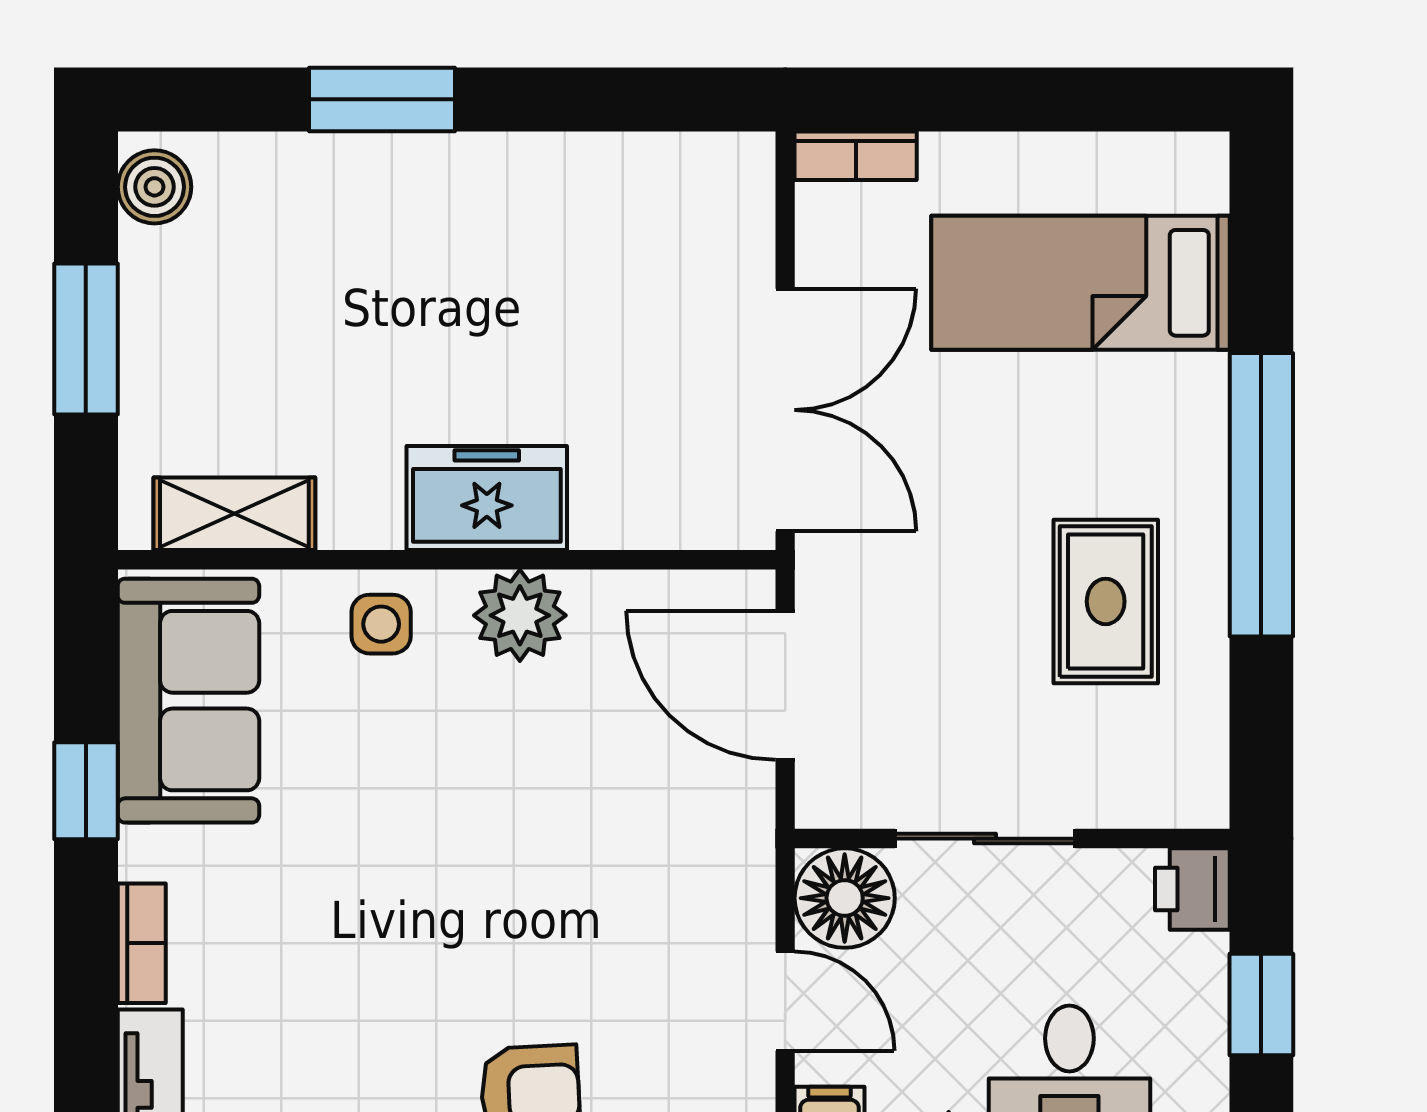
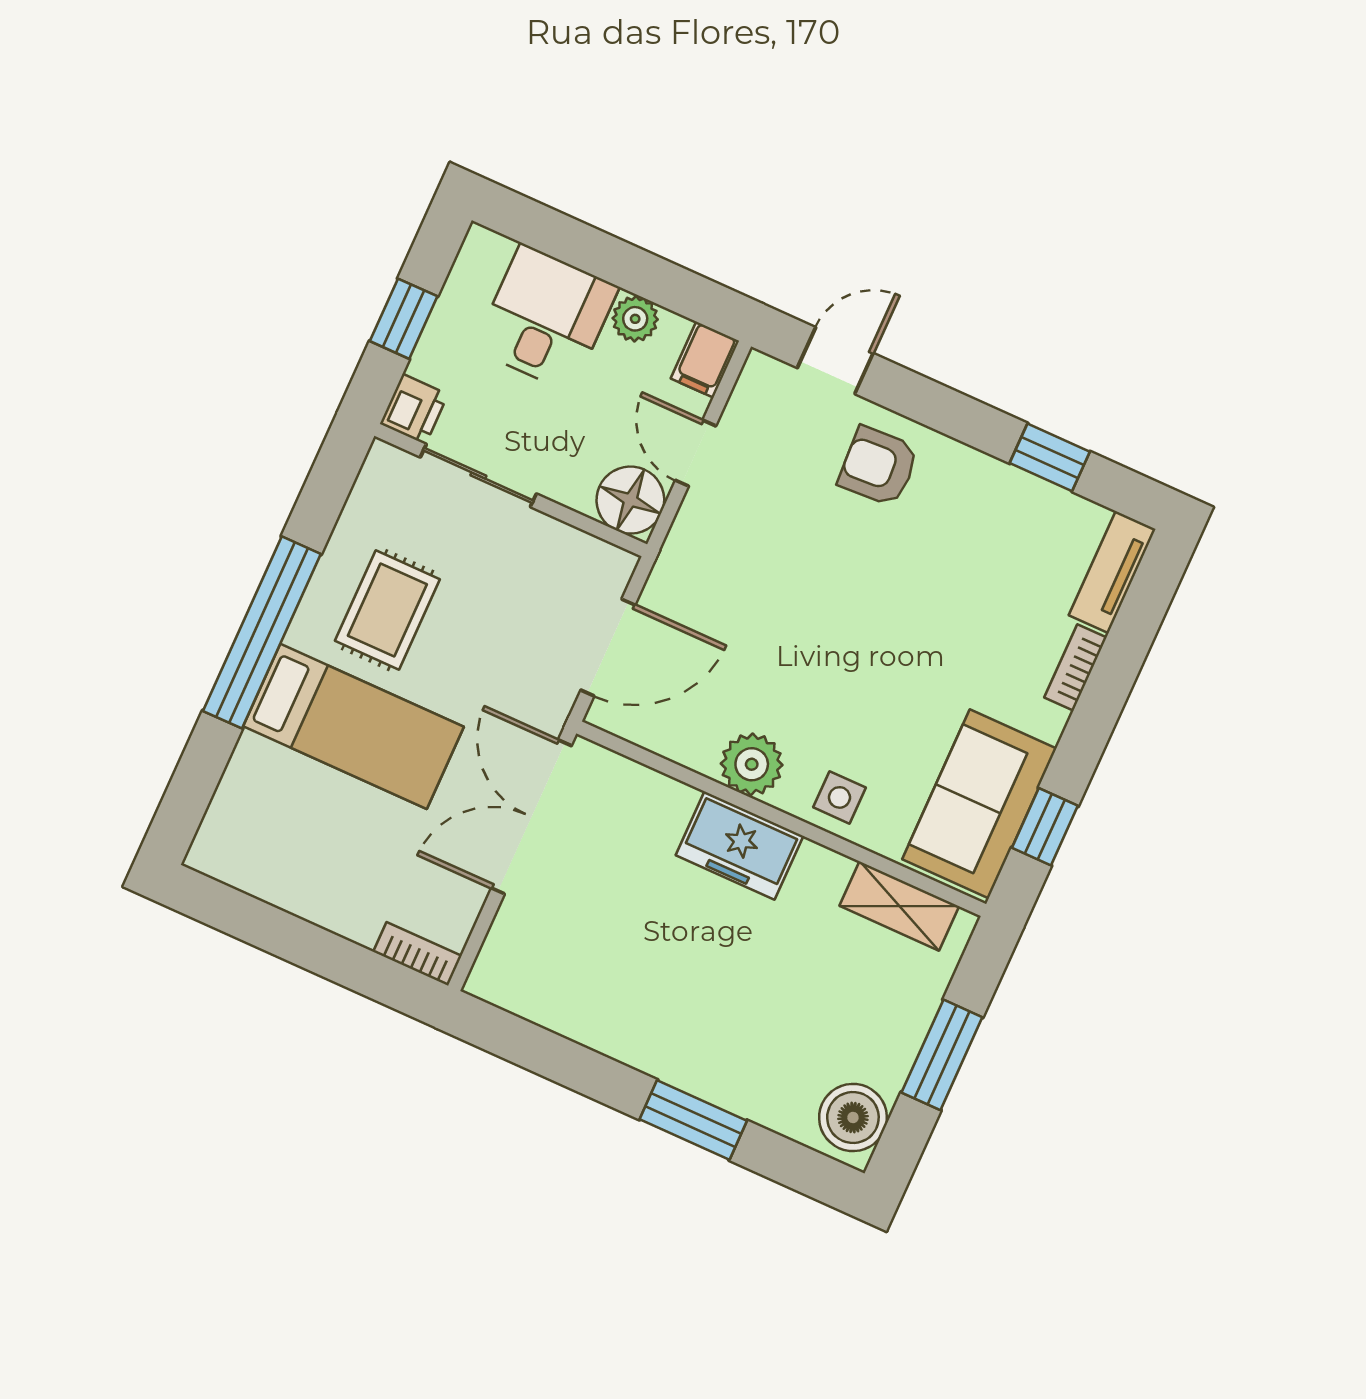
boiler: (154, 187) -> (853, 1118), width x1.36, depth x1.36
bed: (1080, 283) -> (354, 726), moved
door: (785, 685) -> (608, 648), hinge flipped
window: (86, 791) -> (1045, 827), moved
sliding door: (985, 839) -> (478, 476), moved

